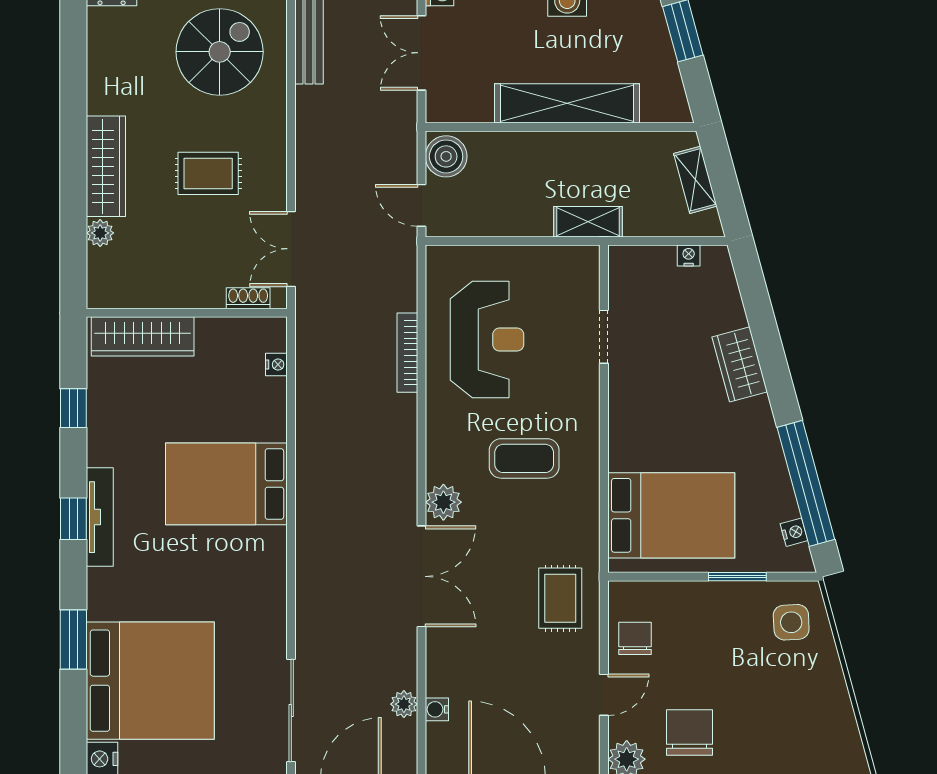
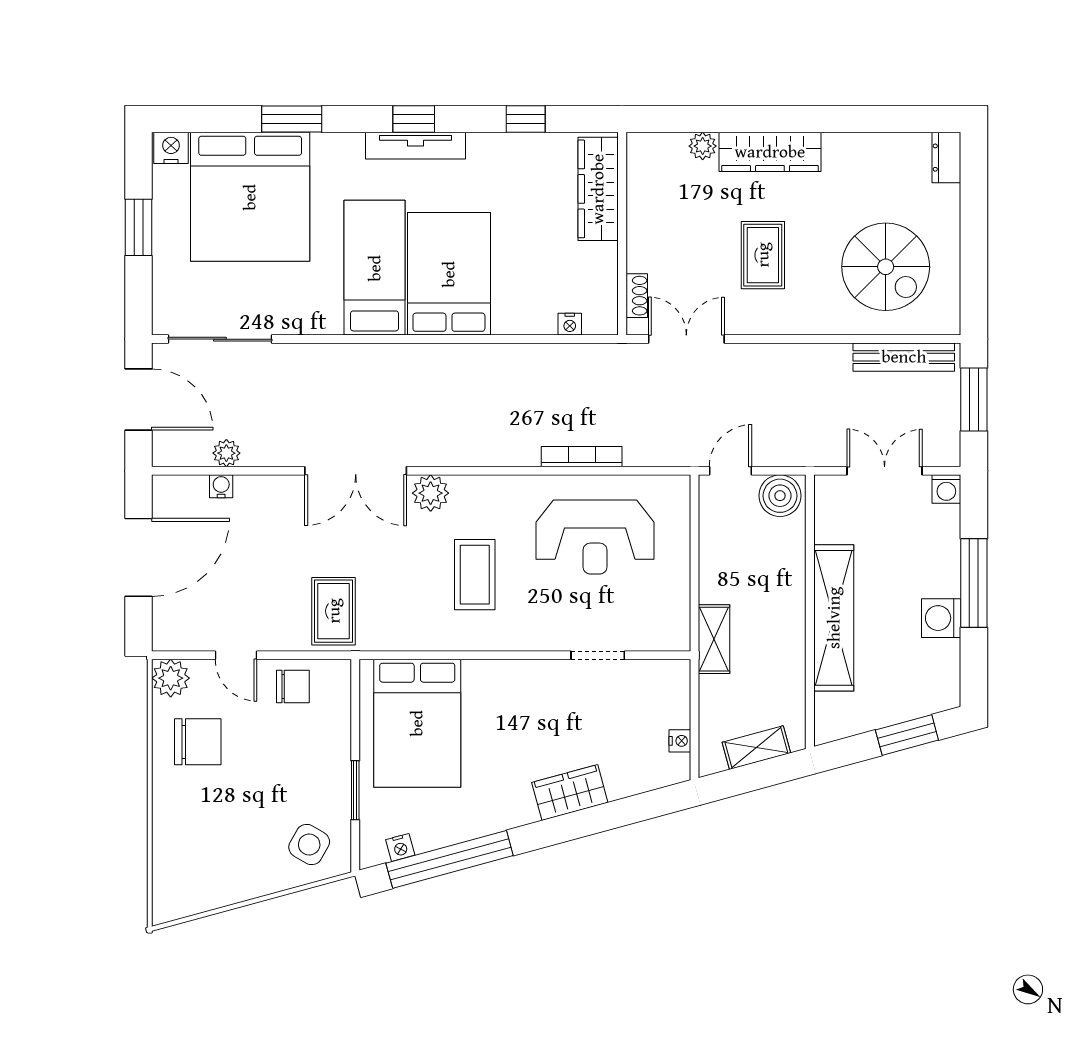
bed: (220, 558) -> (375, 268), added
rug: (560, 598) -> (334, 611), turned 90
side table: (791, 622) -> (309, 845), turned 33

